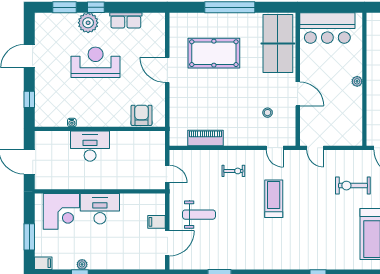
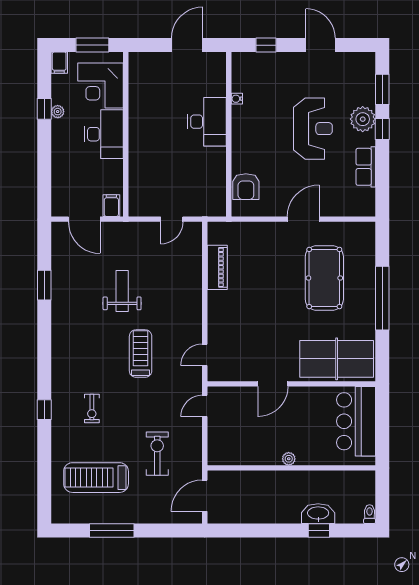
stool: (268, 113) -> (249, 346), removed
armchair: (141, 115) -> (246, 187), turned 90
exercise bike: (233, 171) -> (92, 409), moved
wall: (100, 191) -> (126, 134), moved
treadmill: (274, 199) -> (141, 354), turned -90
desk: (100, 209) -> (104, 134), moved
corner desk: (61, 211) -> (101, 86), moved
weight bench: (199, 215) -> (122, 291), moved, turned 180

